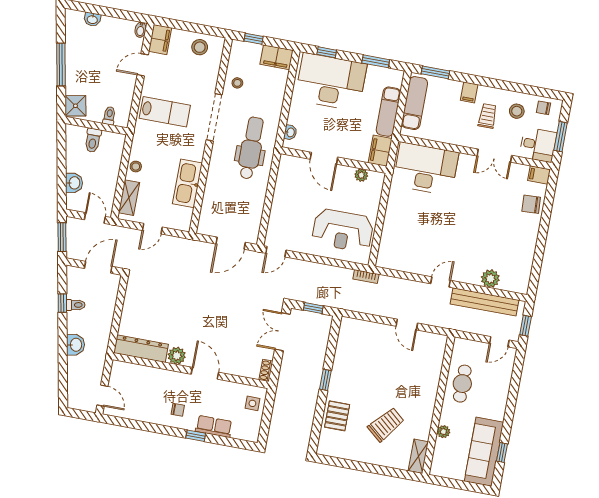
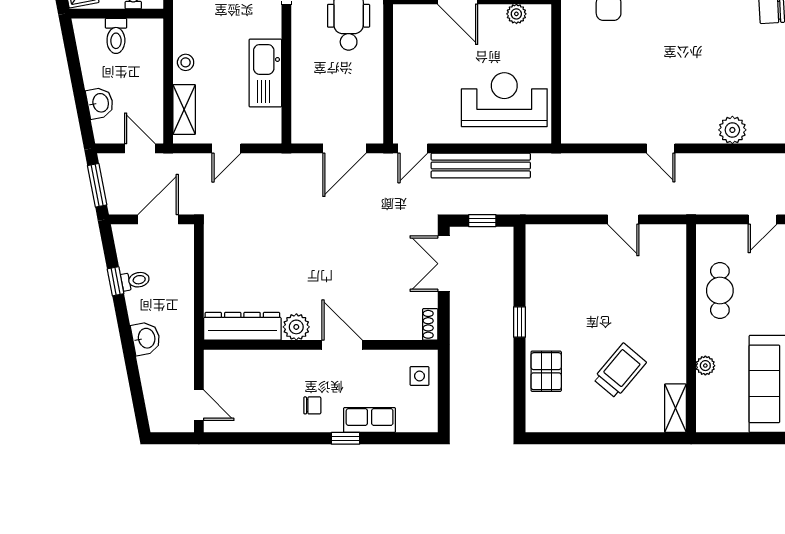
reception desk: (343, 230) -> (504, 100), turned 180
bookcase: (366, 277) -> (551, 161), removed
door: (440, 282) -> (661, 148), swing flipped
bench: (485, 302) -> (481, 166), moved

